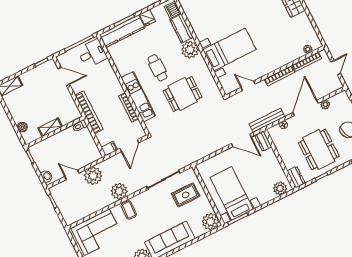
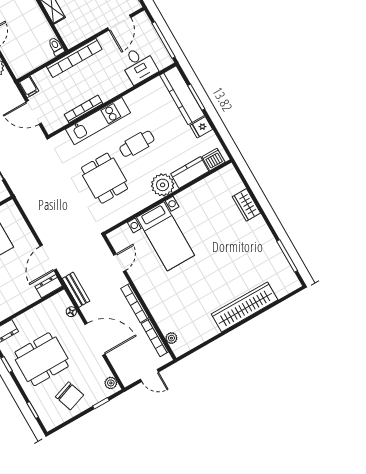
desk: (92, 54) -> (139, 65), moved
plant: (325, 105) -> (111, 383), moved
bench: (267, 120) -> (76, 290), width x0.73

